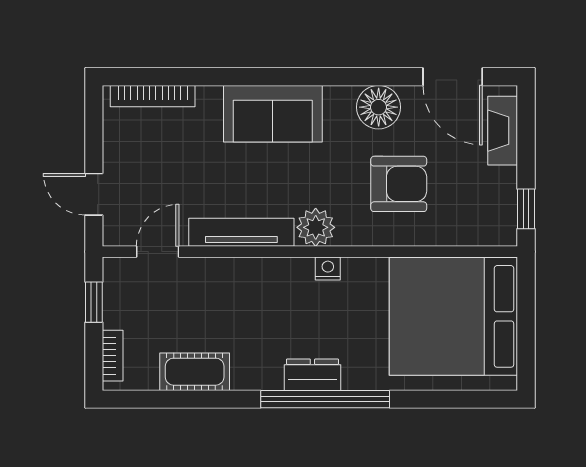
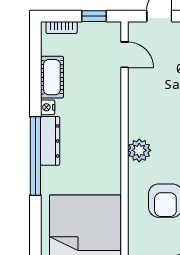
tv unit: (241, 232) -> (136, 105), removed
nightstand: (328, 268) -> (48, 107), moved, turned 180
dresser: (312, 375) -> (50, 141), width x1.44

